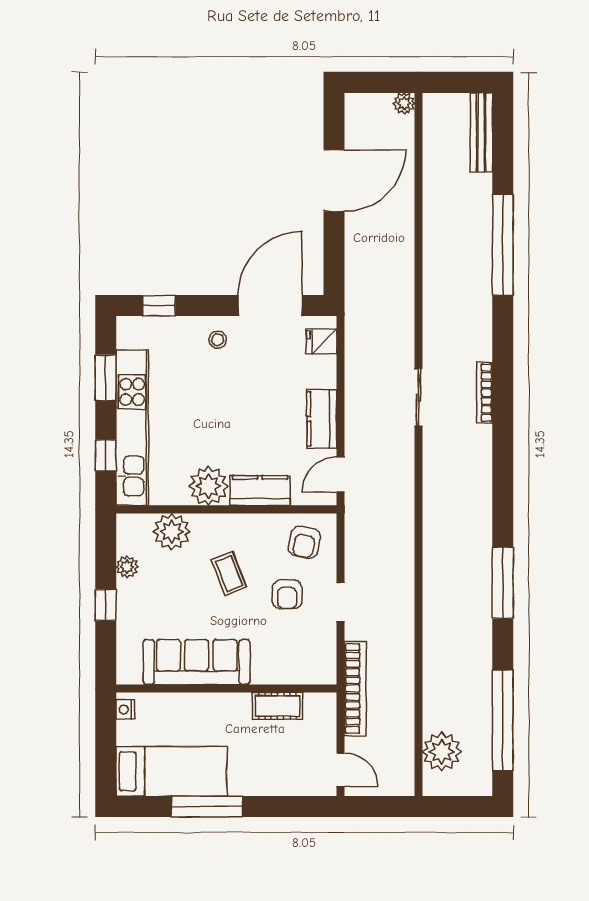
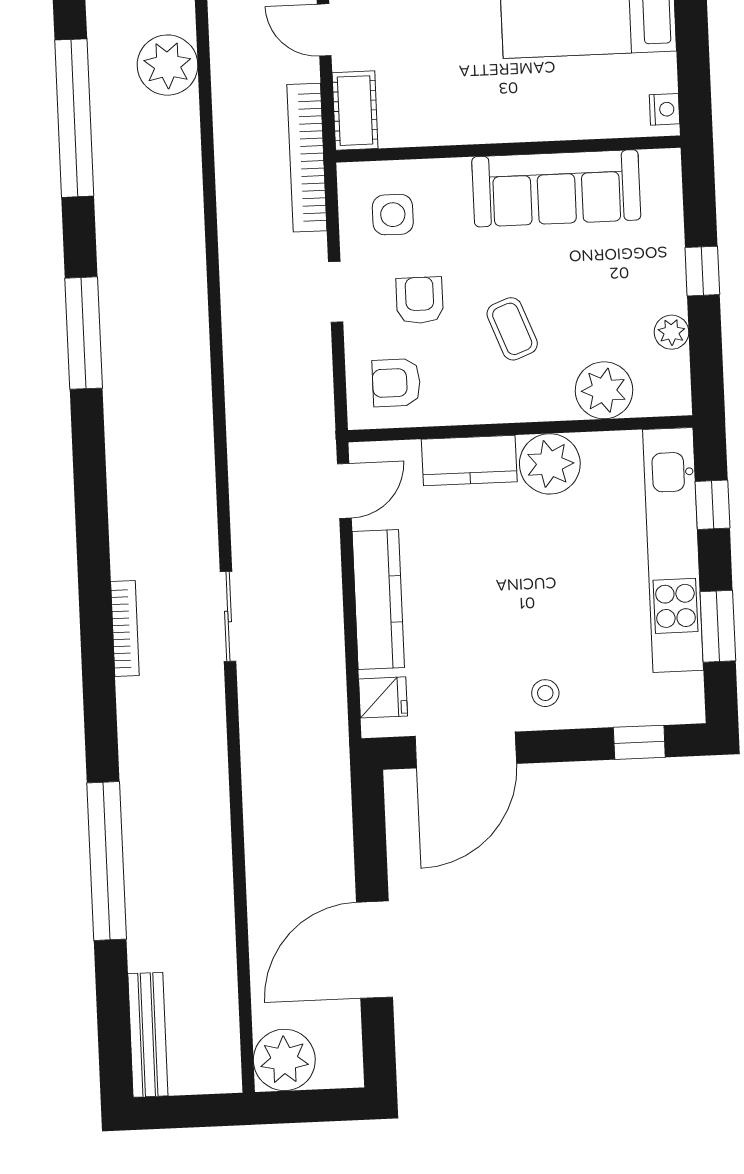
plant: (404, 103) -> (284, 1060), width x1.87, depth x1.87
kitchen counter: (322, 419) -> (378, 599), width x1.50
armchair: (304, 542) -> (396, 383), turned -102
side table: (302, 650) -> (393, 215), added
cot: (277, 706) -> (355, 111), moved, turned 90

